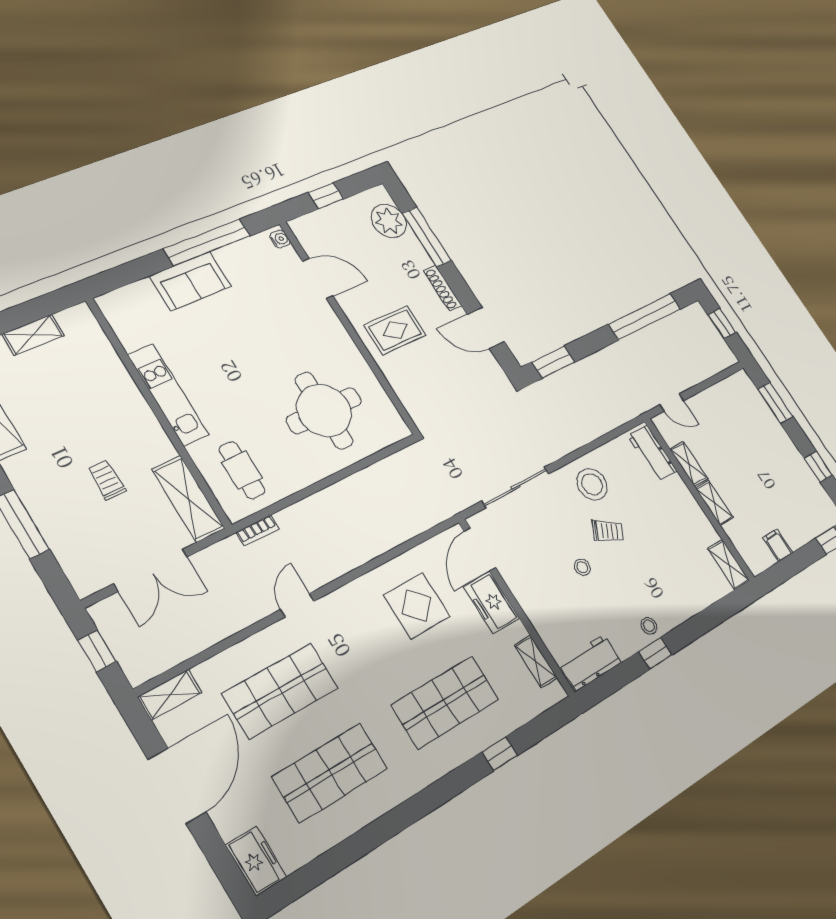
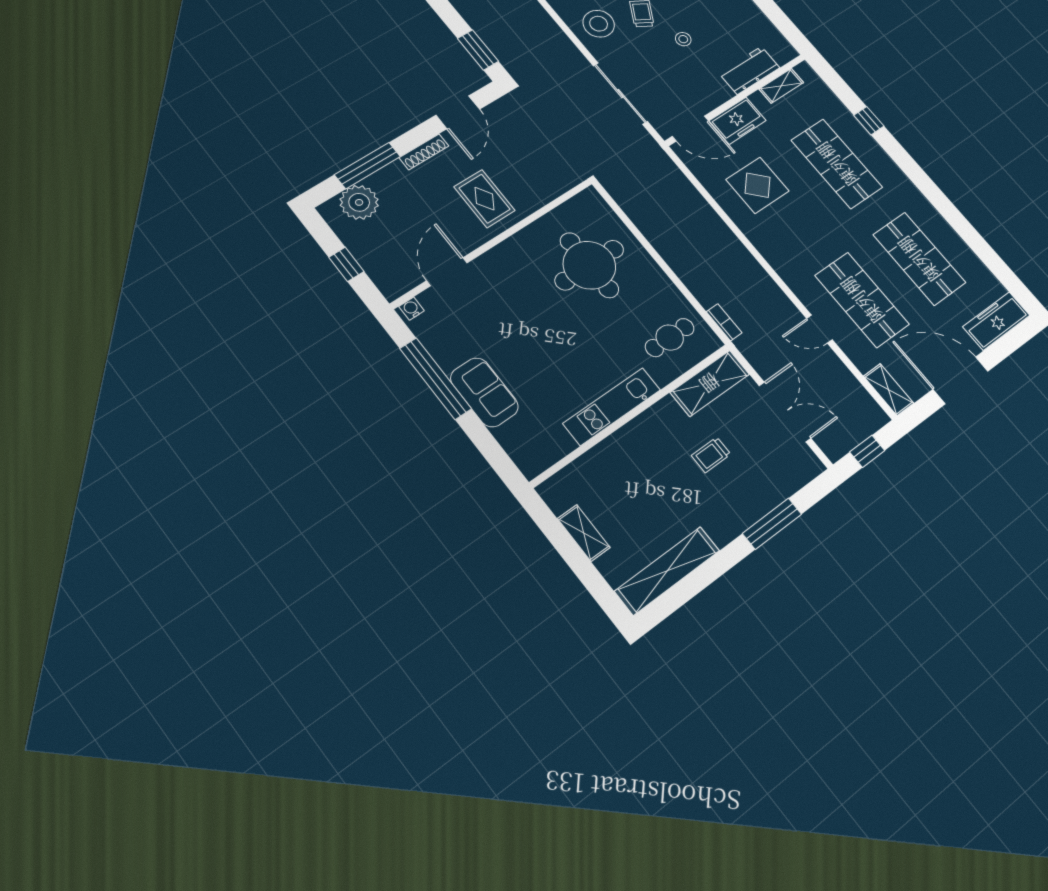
door: (297, 605) -> (819, 329), moved
workbench: (590, 663) -> (749, 70), moved, turned 90
freezer: (256, 861) -> (996, 321), width x1.40

